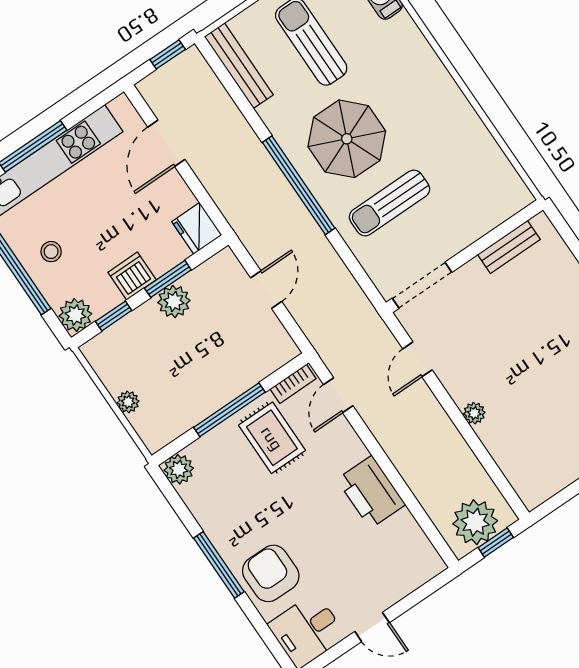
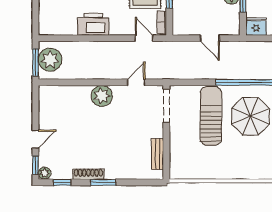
sun lounger: (389, 203) -> (211, 116), width x1.36, depth x1.34
door: (417, 359) -> (136, 82), hinge flipped
plant: (474, 413) -> (102, 96), width x1.87, depth x1.87
window: (496, 543) -> (35, 63), width x1.50

